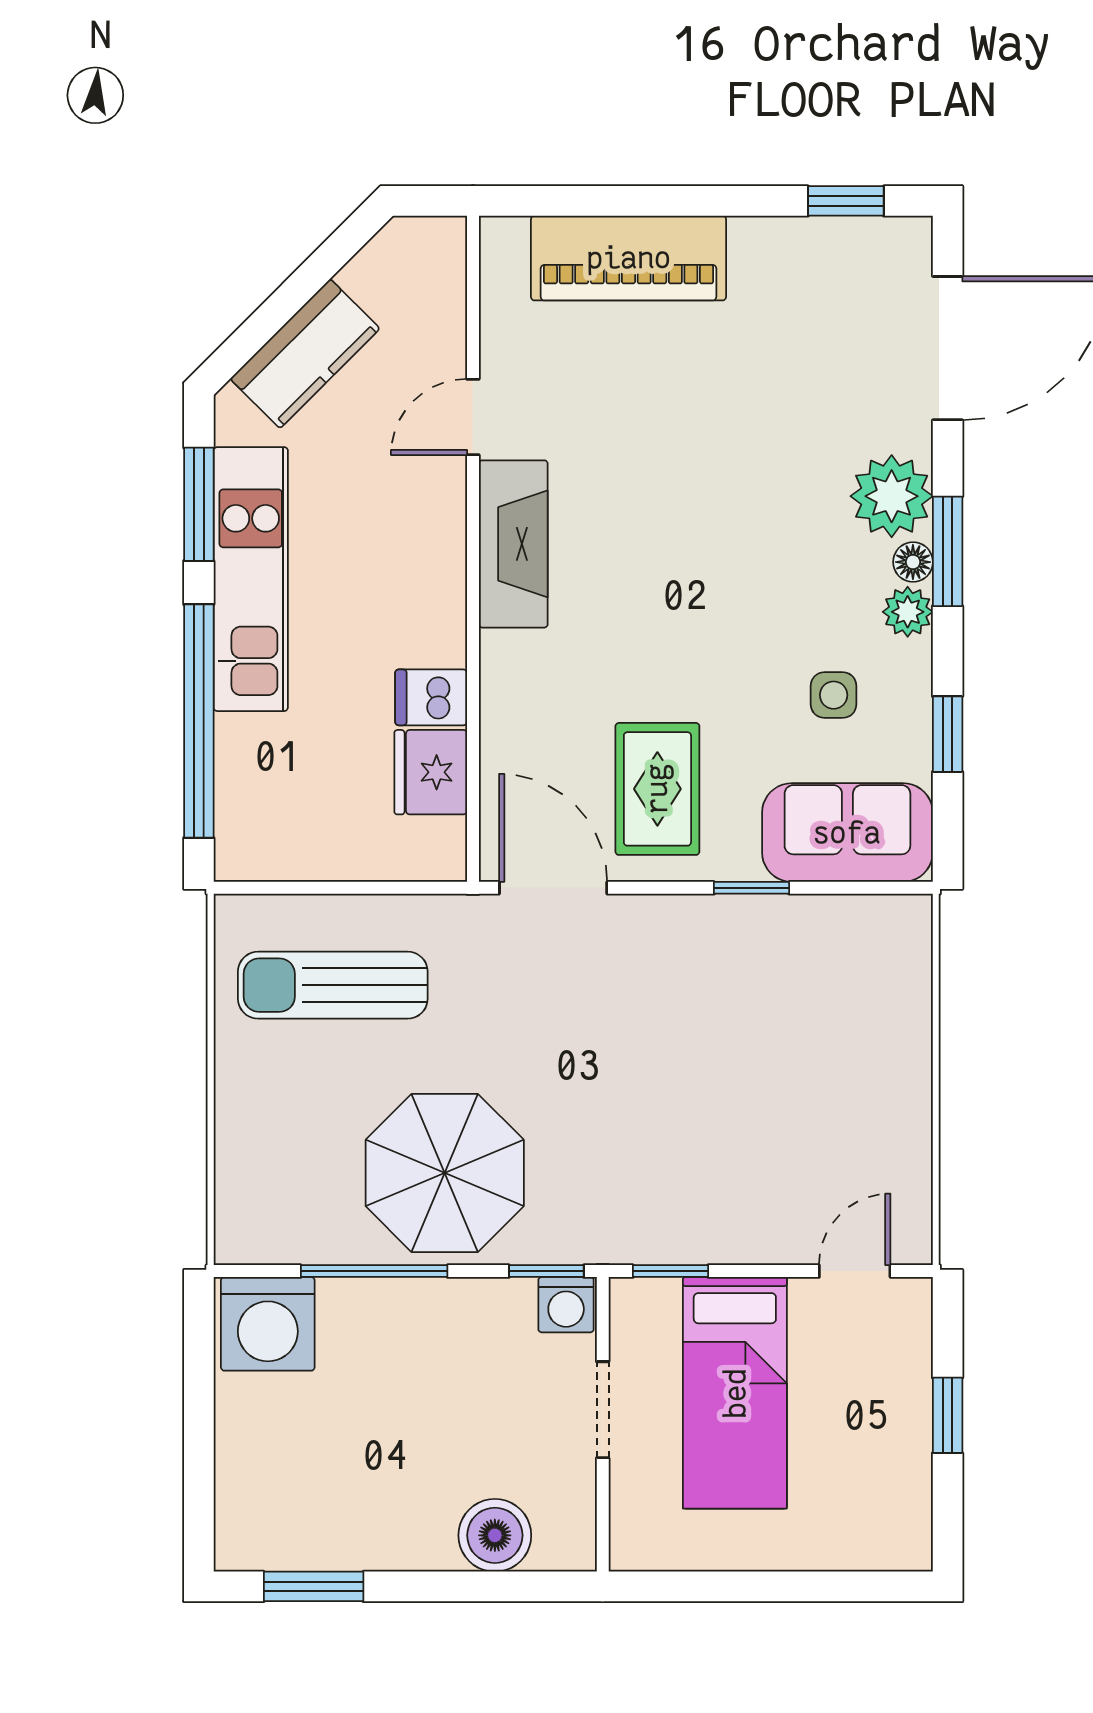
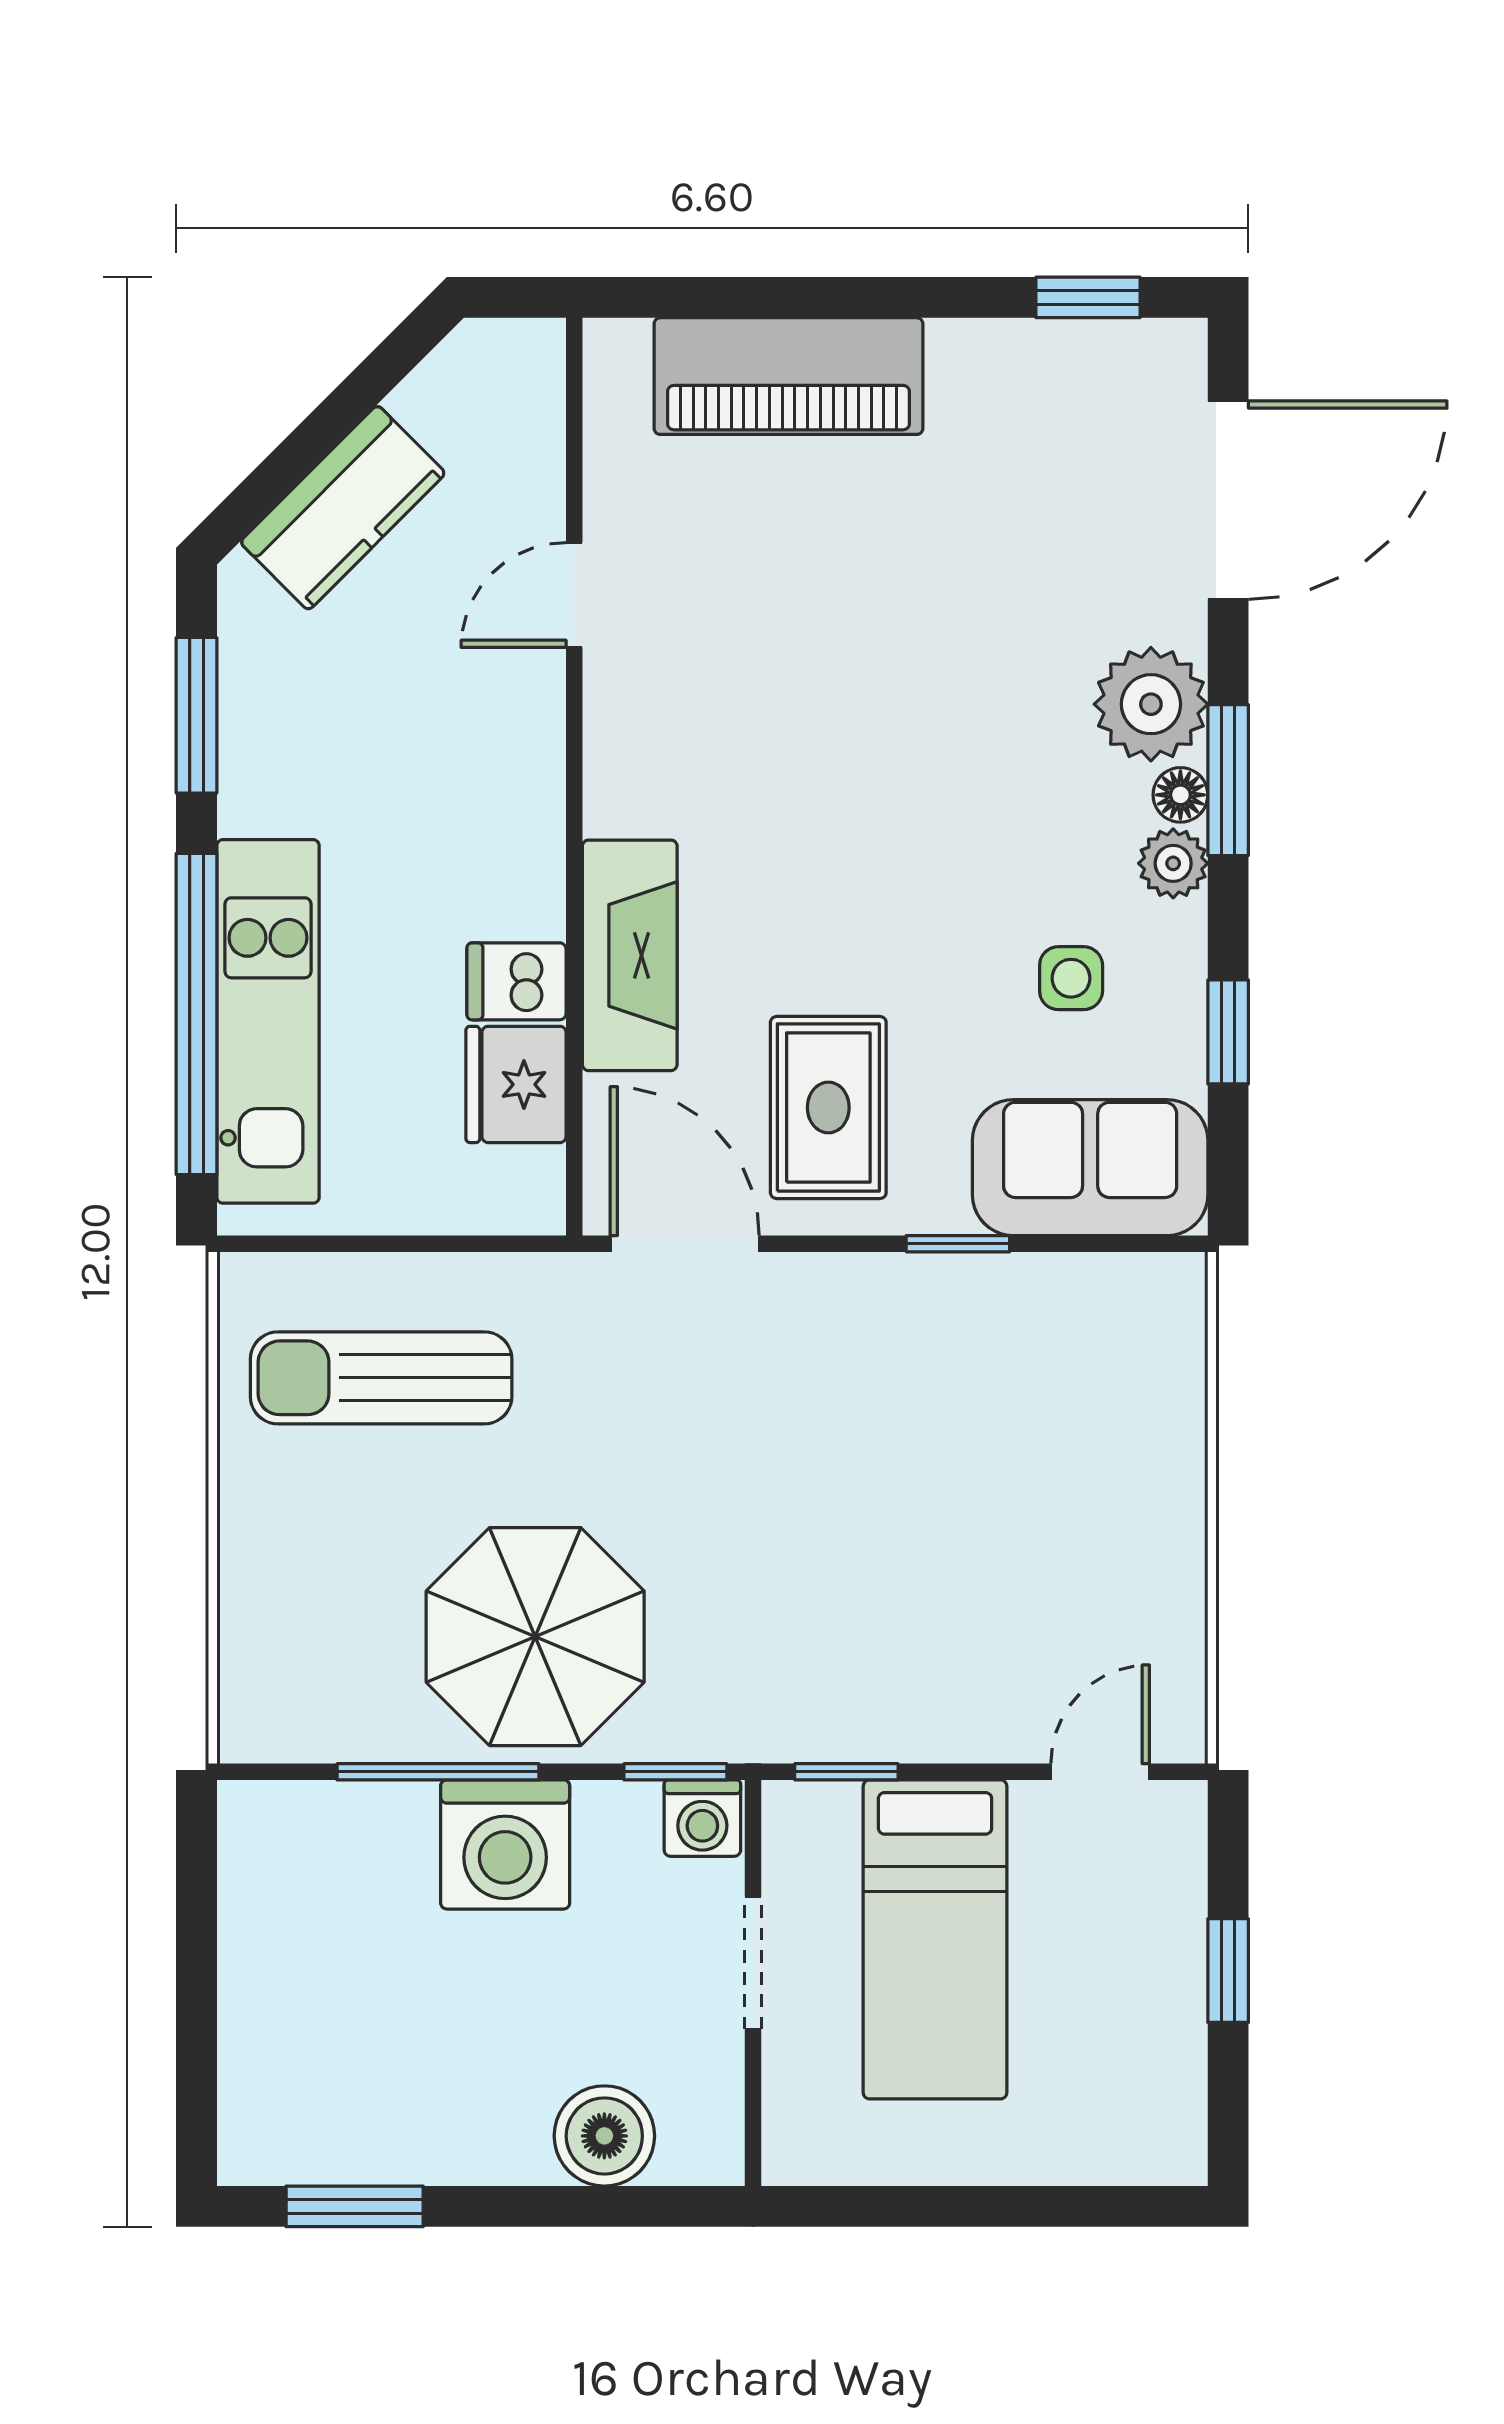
fireplace: (513, 544) -> (630, 955), moved
kitchen unit: (251, 579) -> (268, 1021), moved
washing machine: (268, 1324) -> (505, 1844), moved

